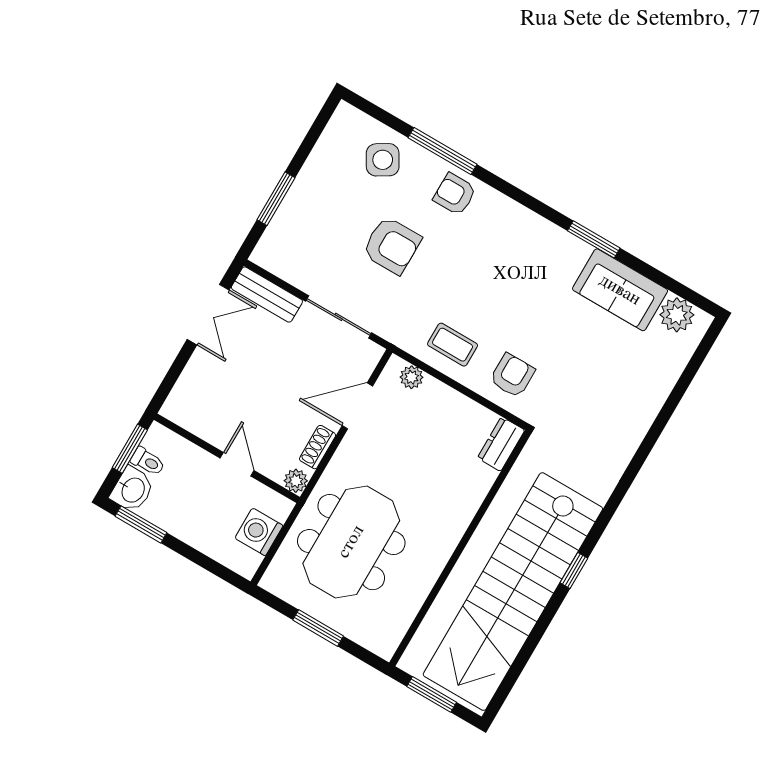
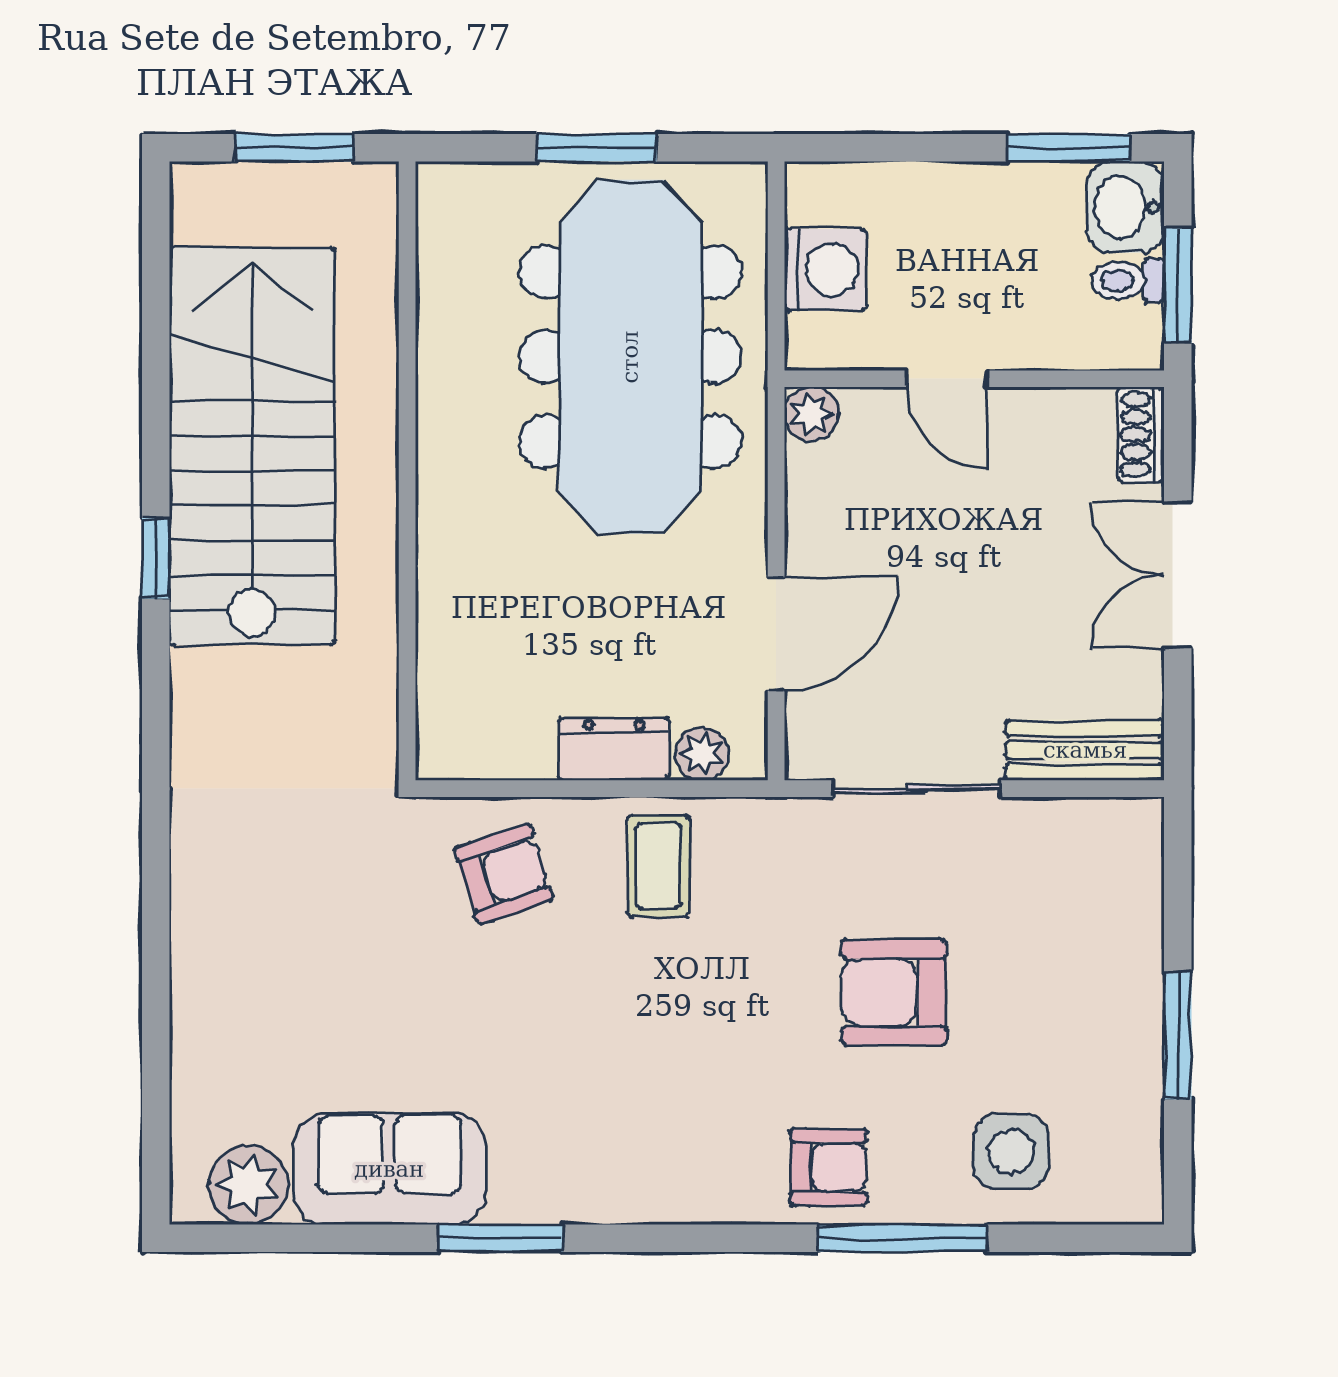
side table: (383, 160) -> (1011, 1151), turned 31
window: (276, 199) -> (1178, 1036), moved
double door: (208, 315) -> (1178, 575), moved
coffee table: (453, 345) -> (658, 866), turned 90
armchair: (512, 375) -> (504, 874), turned -108
dresser: (501, 444) -> (614, 749), moved, turned -90
shoe rack: (318, 447) -> (1141, 434), moved, turned 180
meeting table: (351, 542) -> (630, 357), width x1.36
stairs: (513, 592) -> (252, 446), width x0.73

